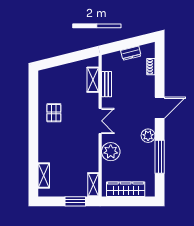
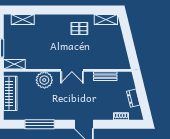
shelving: (93, 80) -> (106, 20), moved
plant: (148, 136) -> (59, 114), removed

